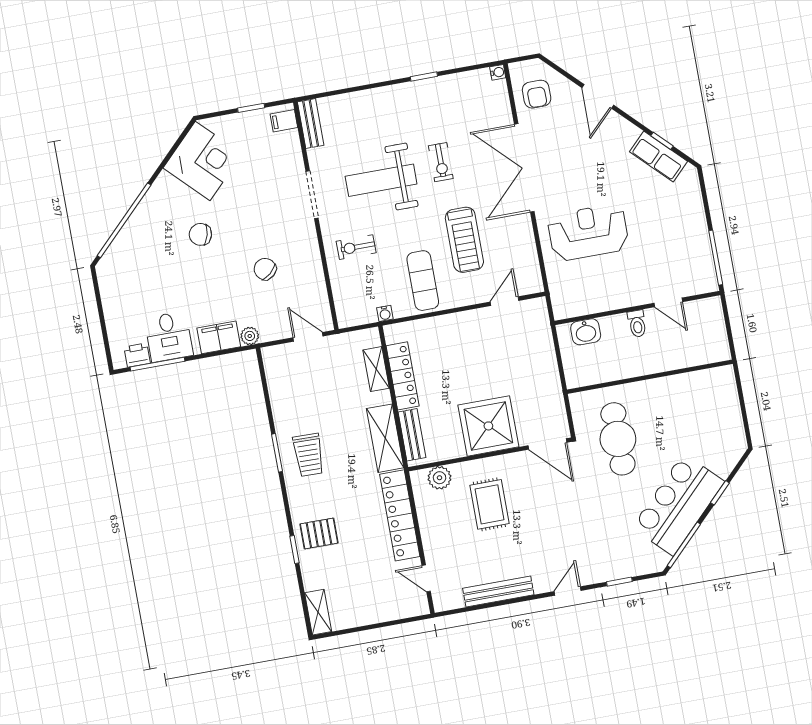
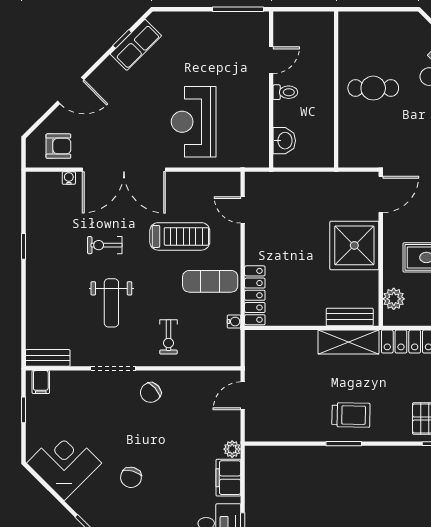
water cooler: (498, 72) -> (69, 178), moved
exercise bike: (441, 162) -> (105, 245), turned 180
weight bench: (381, 180) -> (111, 303), width x0.73, depth x0.75
chair: (265, 269) -> (151, 393), moved
shelving: (376, 369) -> (284, 339), removed
locker: (403, 376) -> (255, 295), moved, turned 90
cafe table: (618, 439) -> (373, 88), moved, width x0.73, depth x0.74

